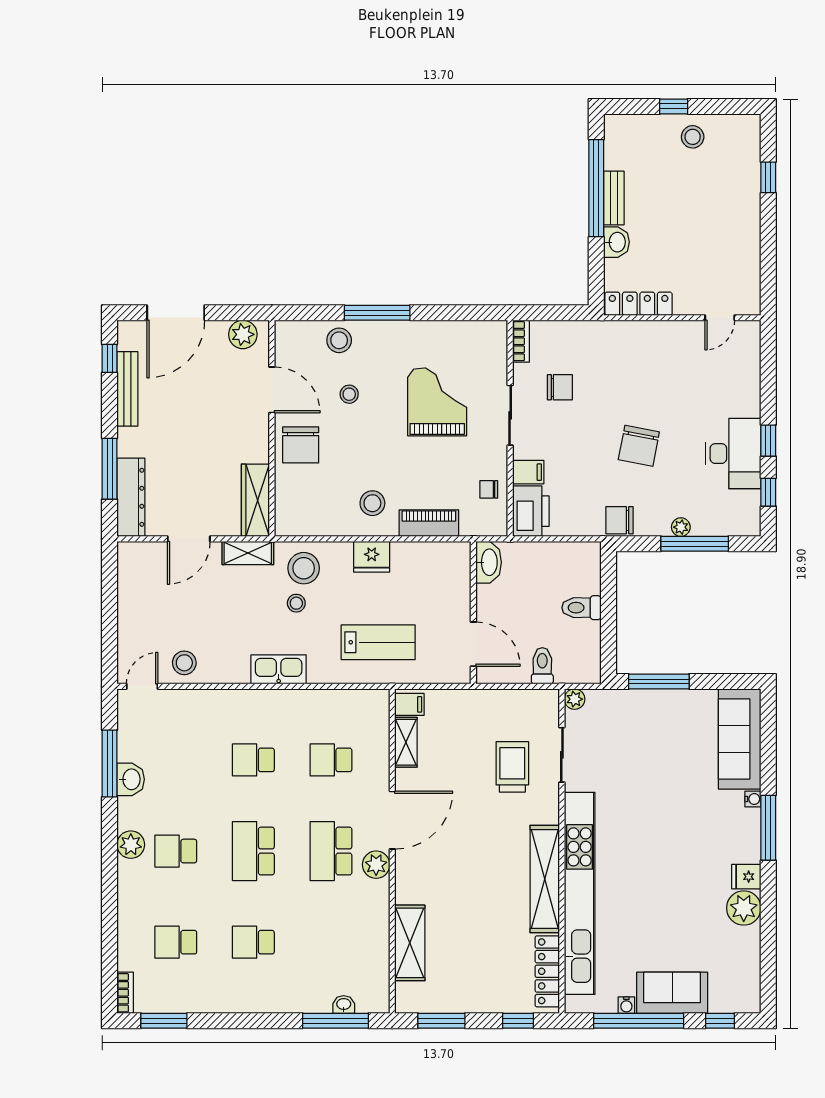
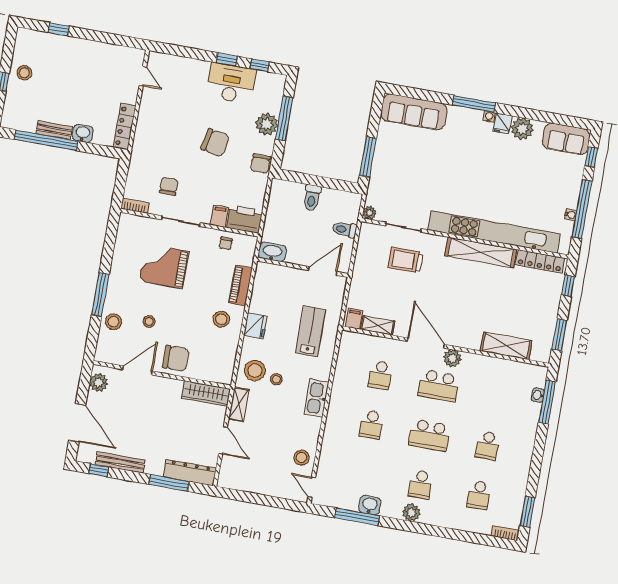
plant: (681, 527) -> (267, 124), width x1.88, depth x1.88
water cooler: (753, 799) -> (489, 117), moved
sofa: (672, 993) -> (566, 139), moved, turned -90

